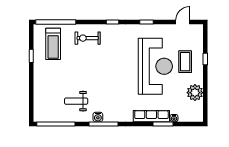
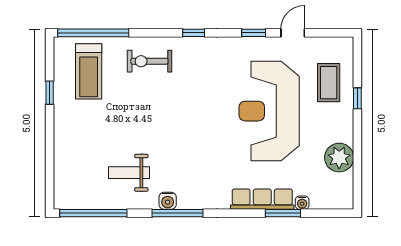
door: (183, 22) -> (293, 33), moved
coffee table: (185, 62) -> (329, 83), moved
reception desk: (155, 66) -> (269, 111), turned 180

